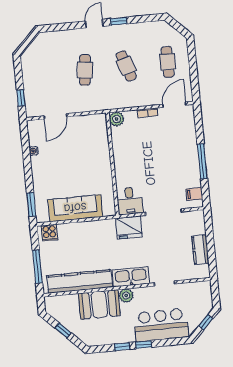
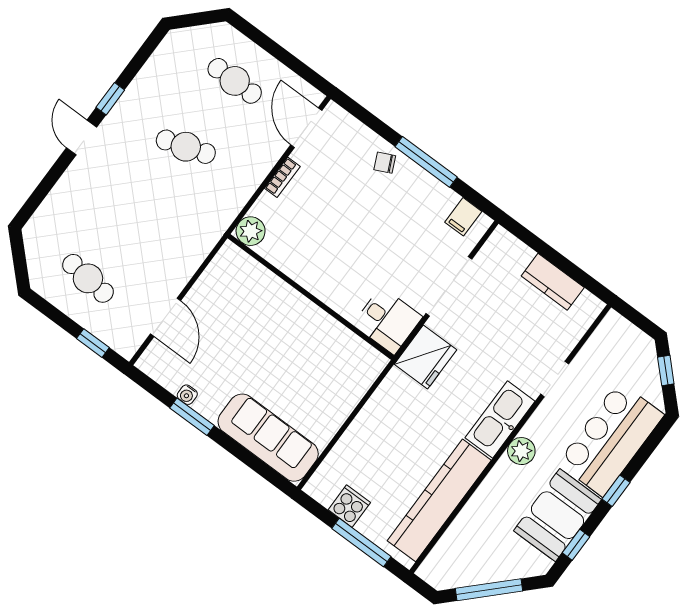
cafe table: (85, 70) -> (88, 278), moved
chair: (188, 146) -> (385, 163), added
window: (31, 204) -> (192, 417), moved
sofa: (75, 208) -> (268, 438), moved, turned 90
cooker: (49, 233) -> (349, 506), moved, turned -90
booth: (99, 304) -> (558, 515), moved
window: (63, 331) -> (489, 590), width x2.17
window: (122, 347) -> (576, 545), moved

